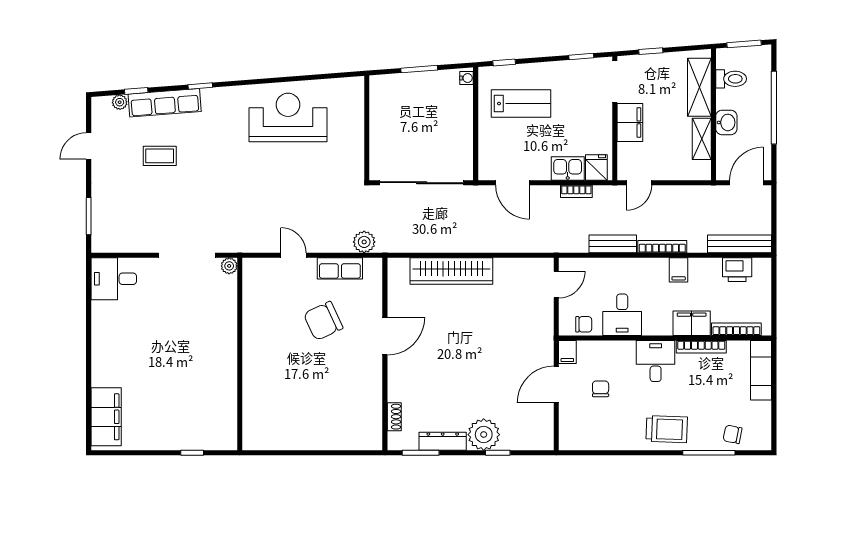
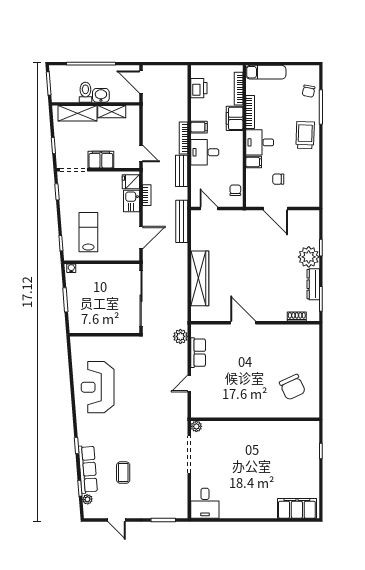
toilet: (731, 79) -> (85, 92), moved
bench: (740, 244) -> (182, 221), moved
desk: (622, 315) -> (205, 152), moved, turned 180
chair: (323, 321) -> (292, 387), moved
filing cabinet: (567, 352) -> (254, 162), moved

